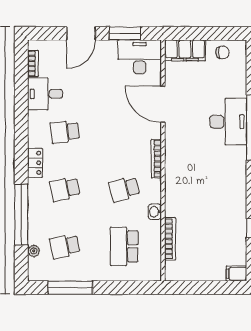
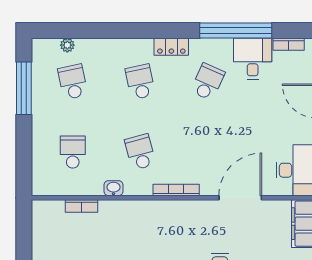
school desk: (65, 132) -> (208, 82), turned 30
window: (21, 215) -> (236, 30), moved
bookcase: (170, 239) -> (82, 206), width x0.64
school desk: (124, 246) -> (73, 152), width x0.54

